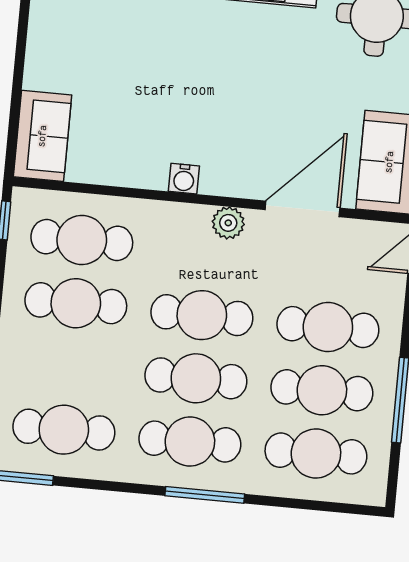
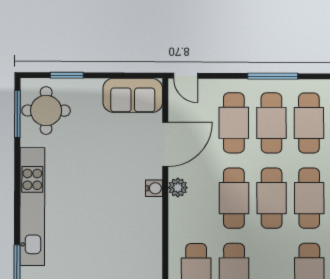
water cooler: (184, 179) -> (154, 188), moved
door: (303, 209) -> (165, 144), swing flipped

